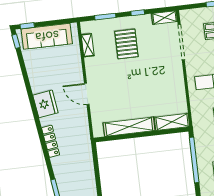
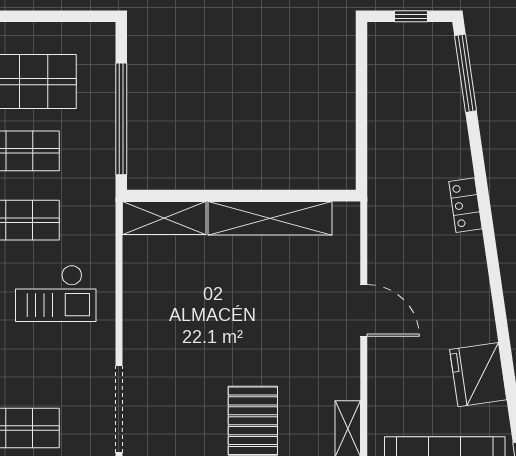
fridge: (45, 104) -> (478, 375), moved
locker: (51, 141) -> (465, 205), width x0.66

